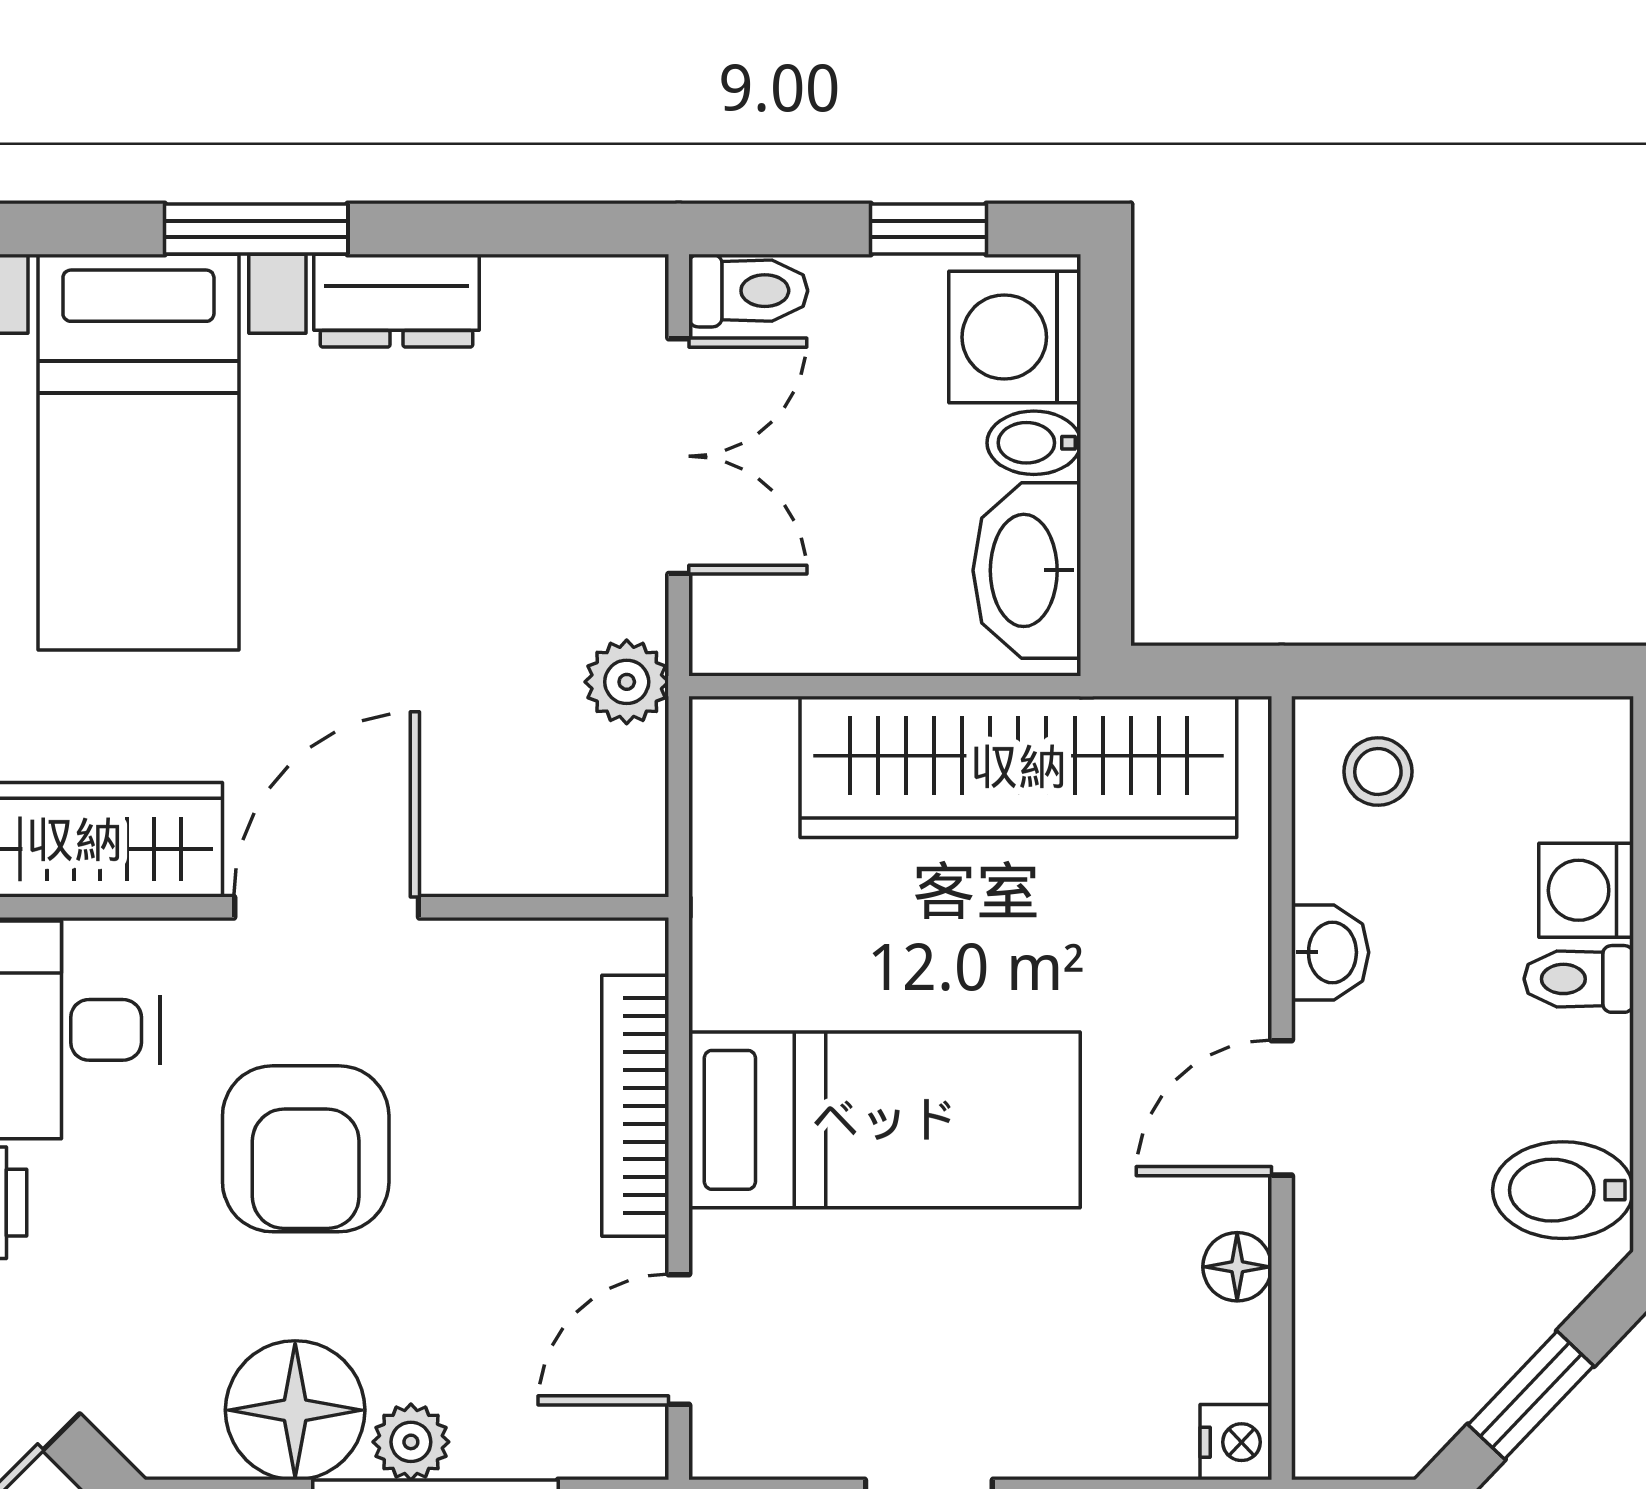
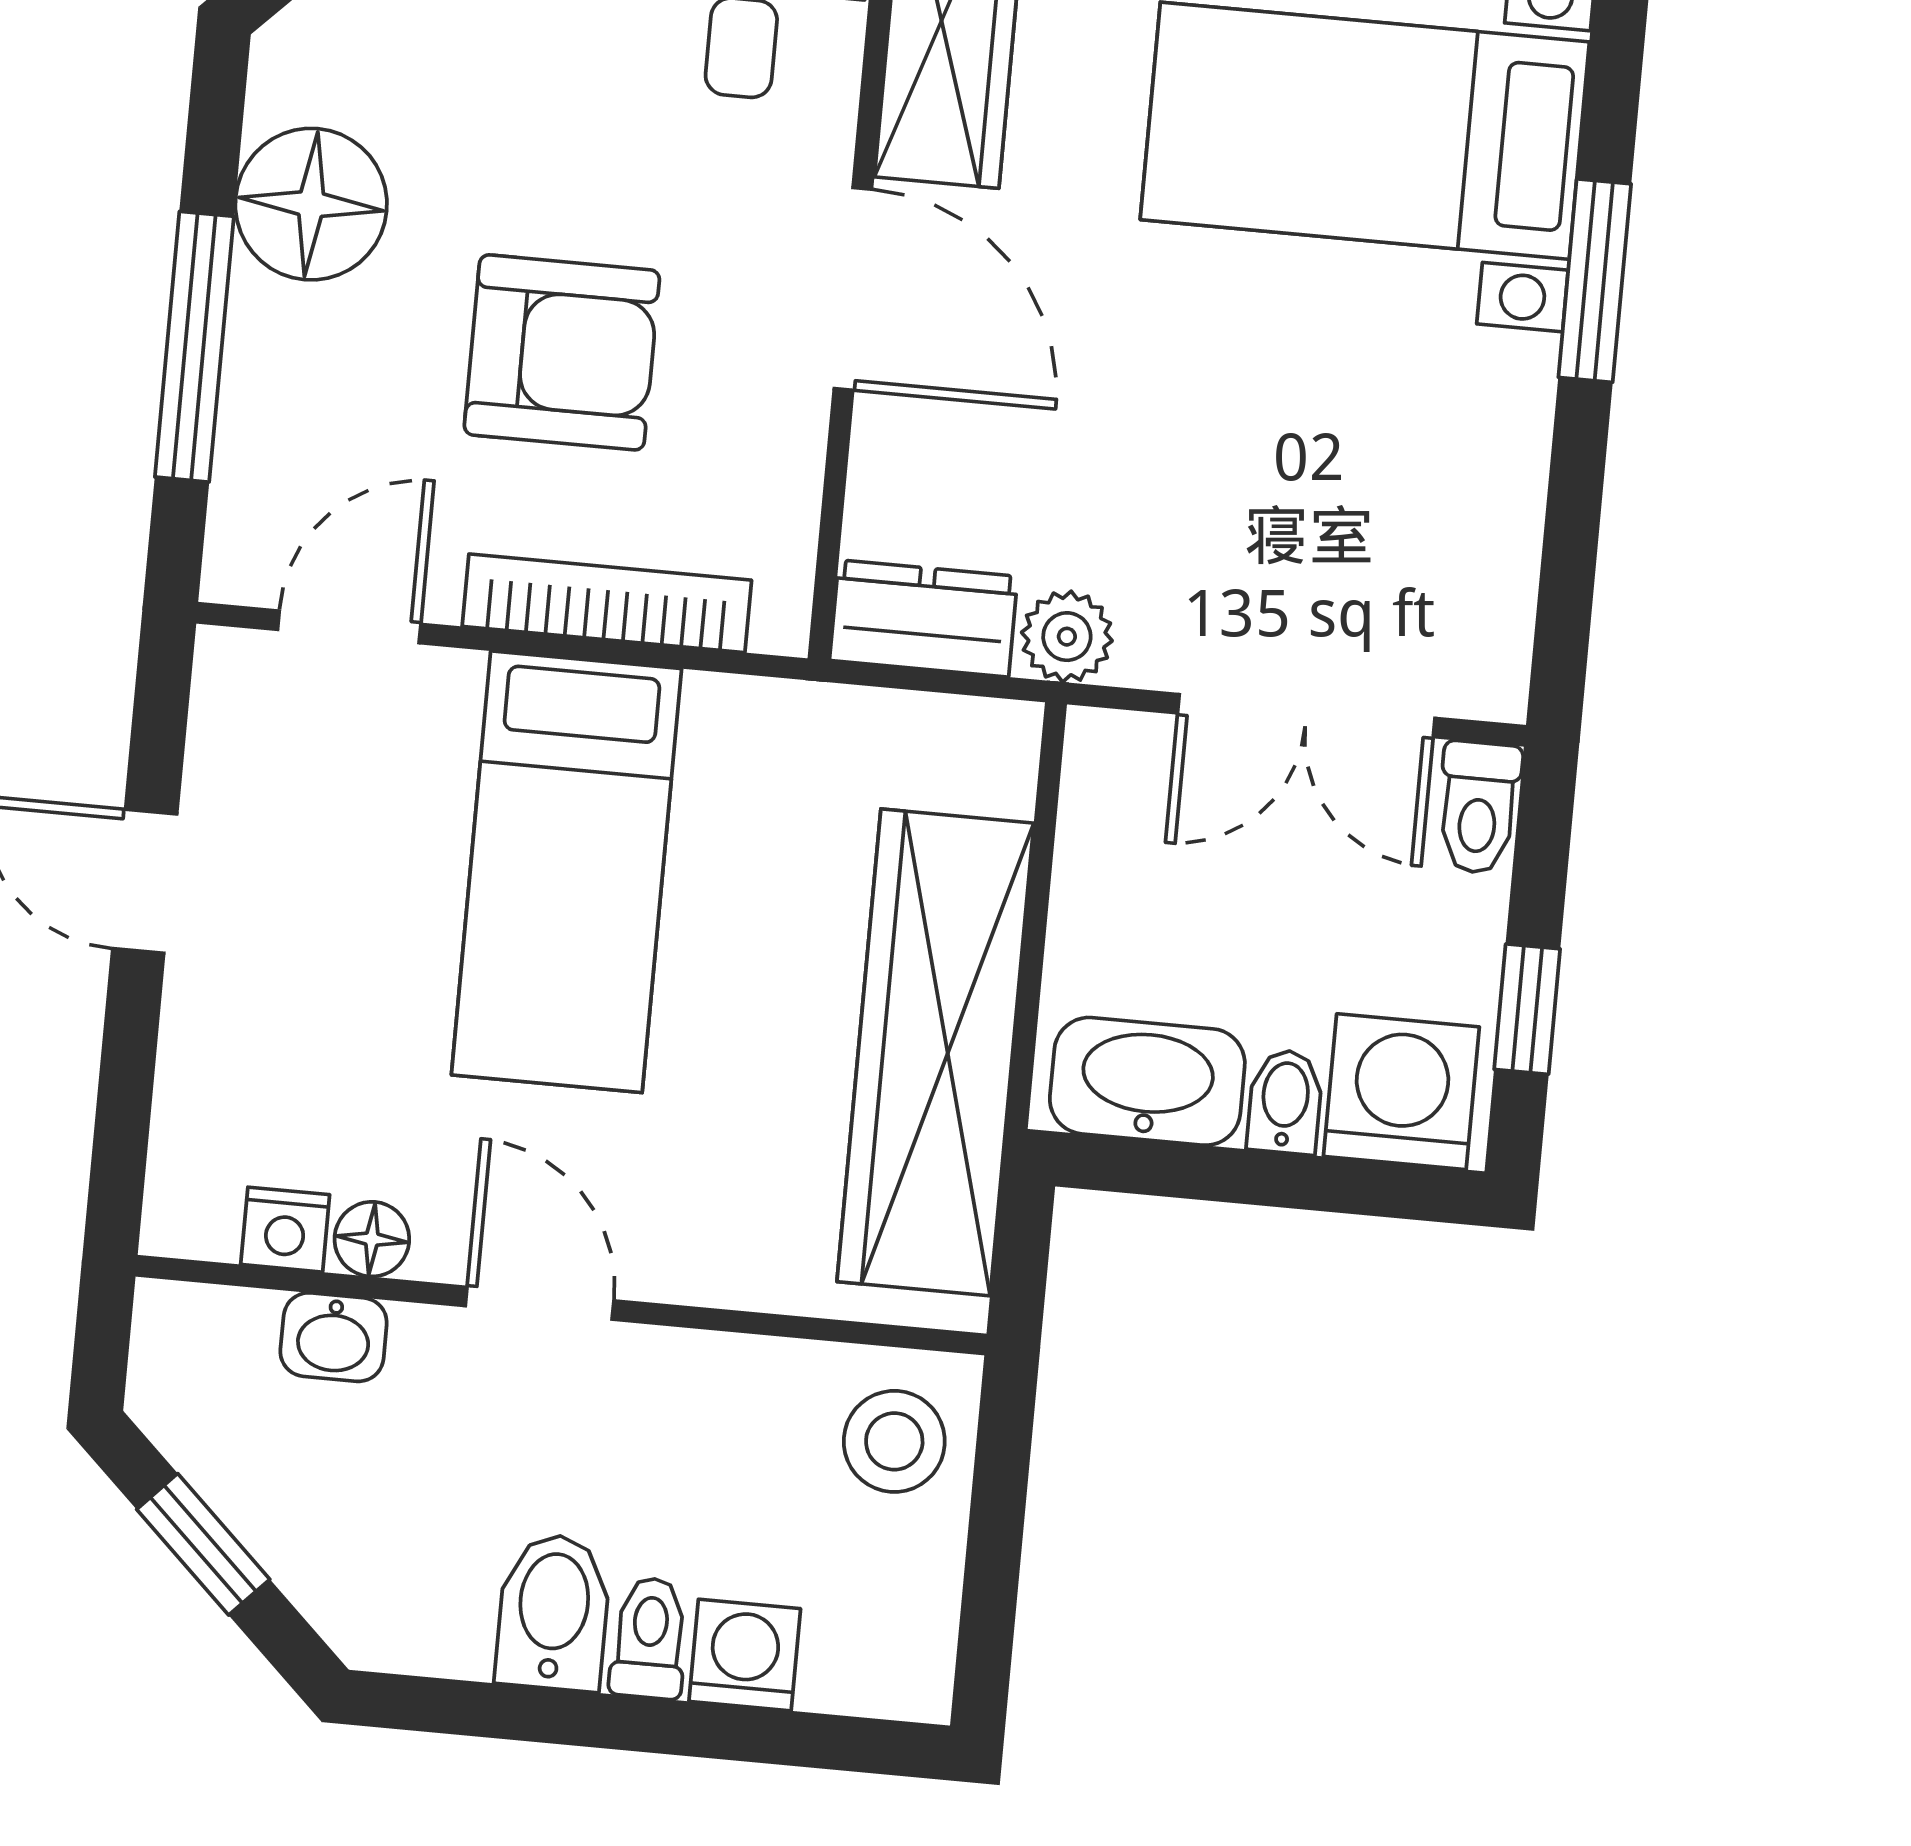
dresser: (396, 301) -> (924, 618), moved, turned 90
stool: (1378, 772) -> (894, 1441), width x1.37, depth x1.37
washbasin: (1330, 952) -> (334, 1337), moved
armchair: (306, 1149) -> (562, 352), moved, turned 180
bidet: (1563, 1190) -> (553, 1612), moved
door: (679, 1340) -> (349, 627), hinge flipped
plant: (411, 1442) -> (265, 326), removed
nightstand: (1236, 1442) -> (285, 1230), moved

